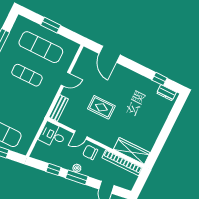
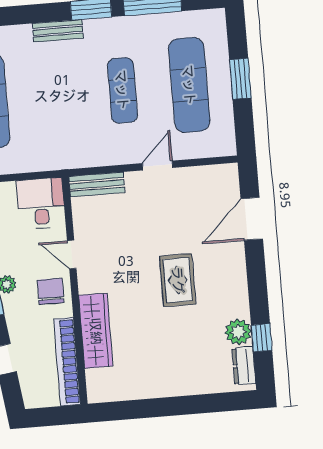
door: (65, 79) -> (157, 165), swing flipped
plant: (152, 87) -> (238, 332), added
rug: (101, 107) -> (178, 280), moved
wardrobe: (132, 151) -> (96, 331), moved

